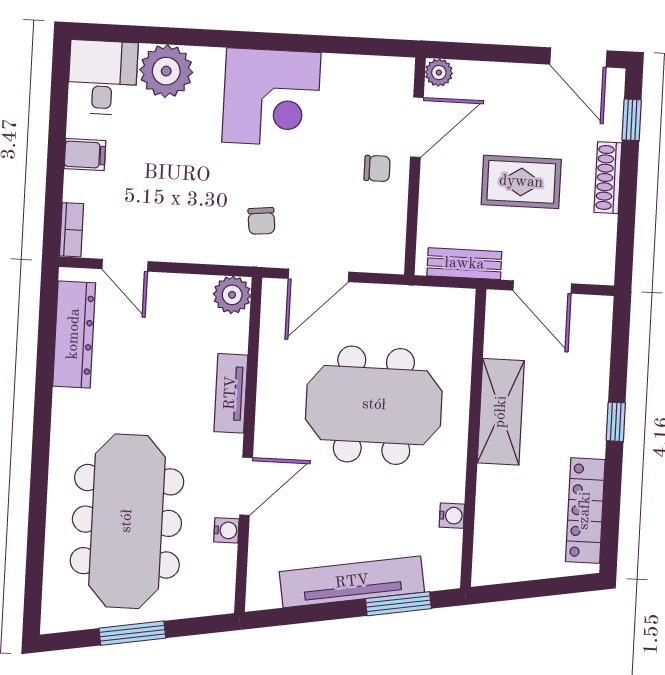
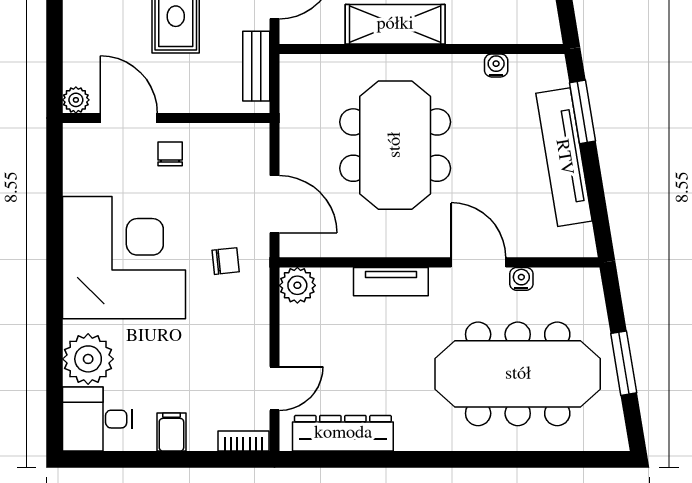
corner desk: (271, 97) -> (124, 258), width x1.36, depth x1.36

